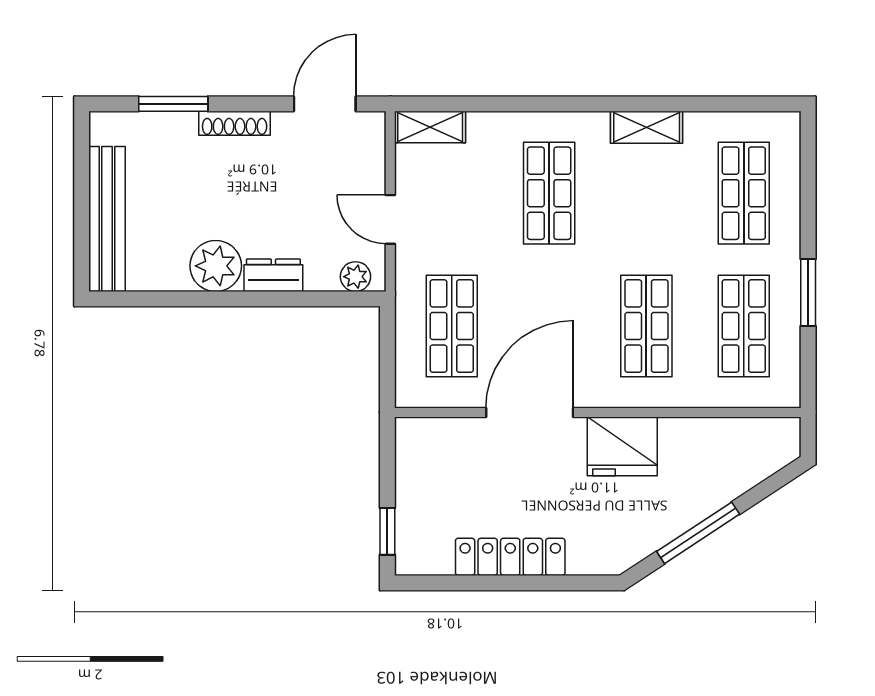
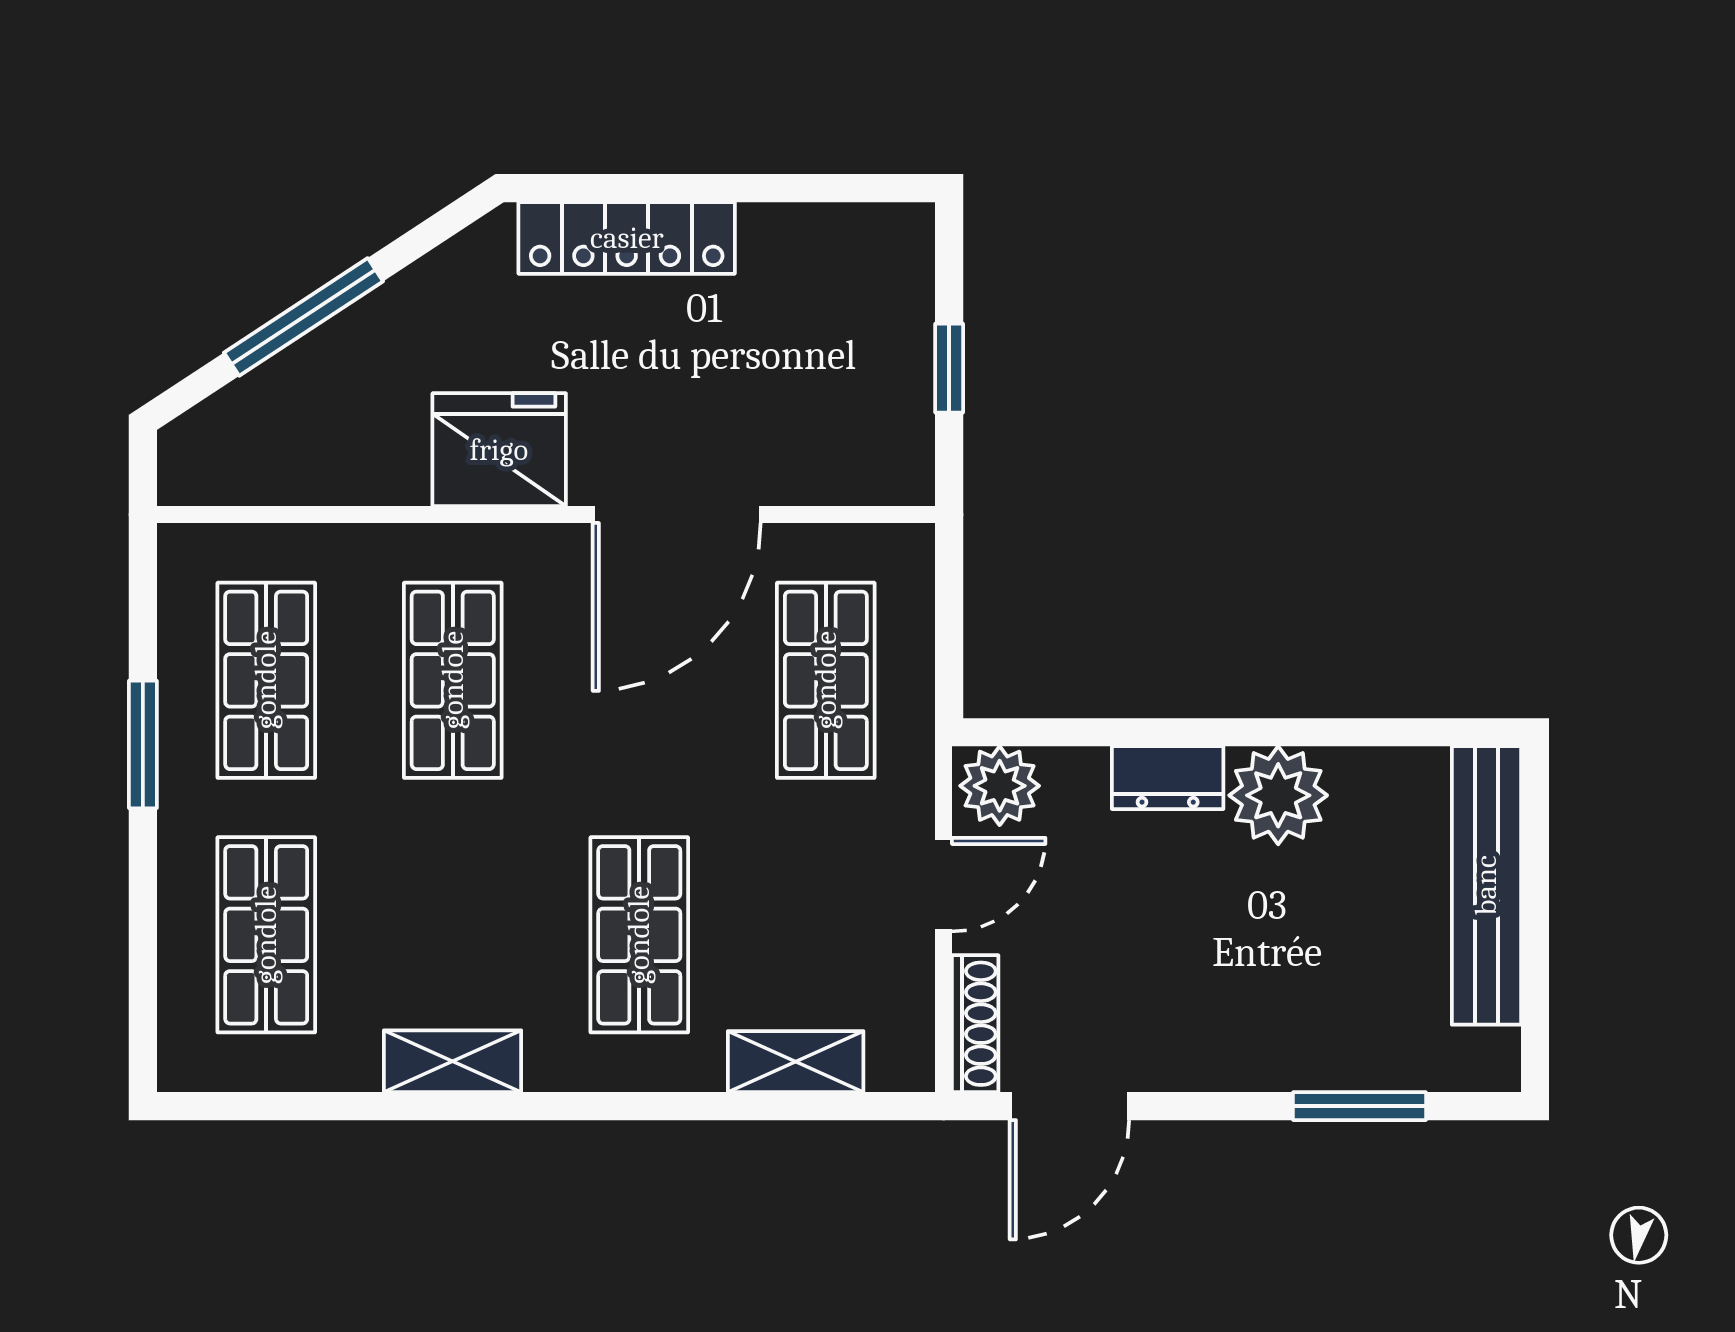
shoe rack: (235, 123) -> (975, 1024), moved, turned 90
shelving: (430, 127) -> (796, 1062), moved
door: (390, 219) -> (944, 885), hinge flipped
plant: (355, 277) -> (1000, 786), width x1.38, depth x1.38
window: (387, 531) -> (949, 368), moved
window: (698, 533) -> (304, 317), moved
locker: (510, 557) -> (627, 238), moved

